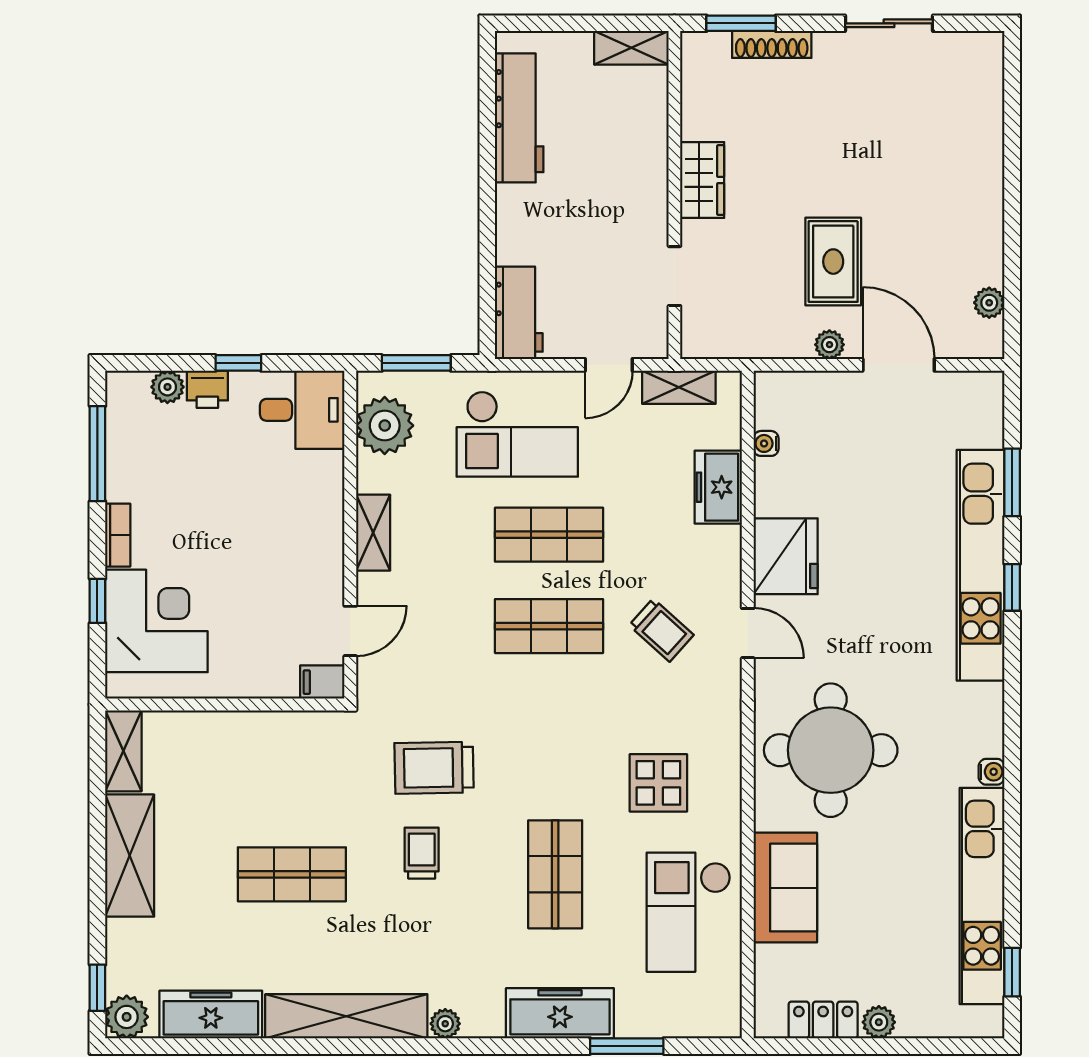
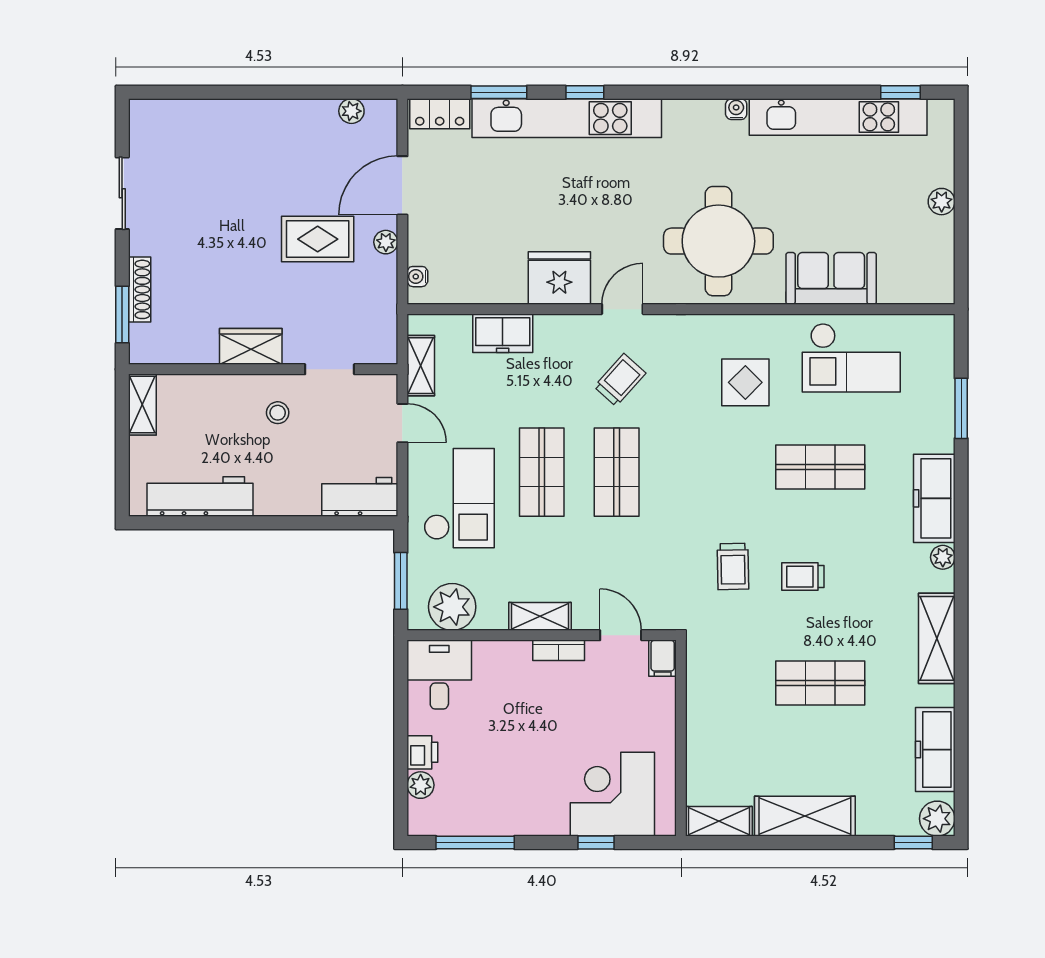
stool: (621, 213) -> (278, 413), added
window: (238, 363) -> (401, 727), removed
water cooler: (766, 443) -> (417, 277), moved, turned 90
bookcase: (118, 535) -> (559, 650), moved, turned 180
trolley: (434, 768) -> (733, 566), width x0.73, depth x0.72
shop shelf: (292, 874) -> (820, 683), turned 90
freezer: (560, 1013) -> (934, 498), moved
shelving: (346, 1016) -> (937, 638), width x0.68
locker: (823, 1020) -> (440, 114), moved, turned -90

